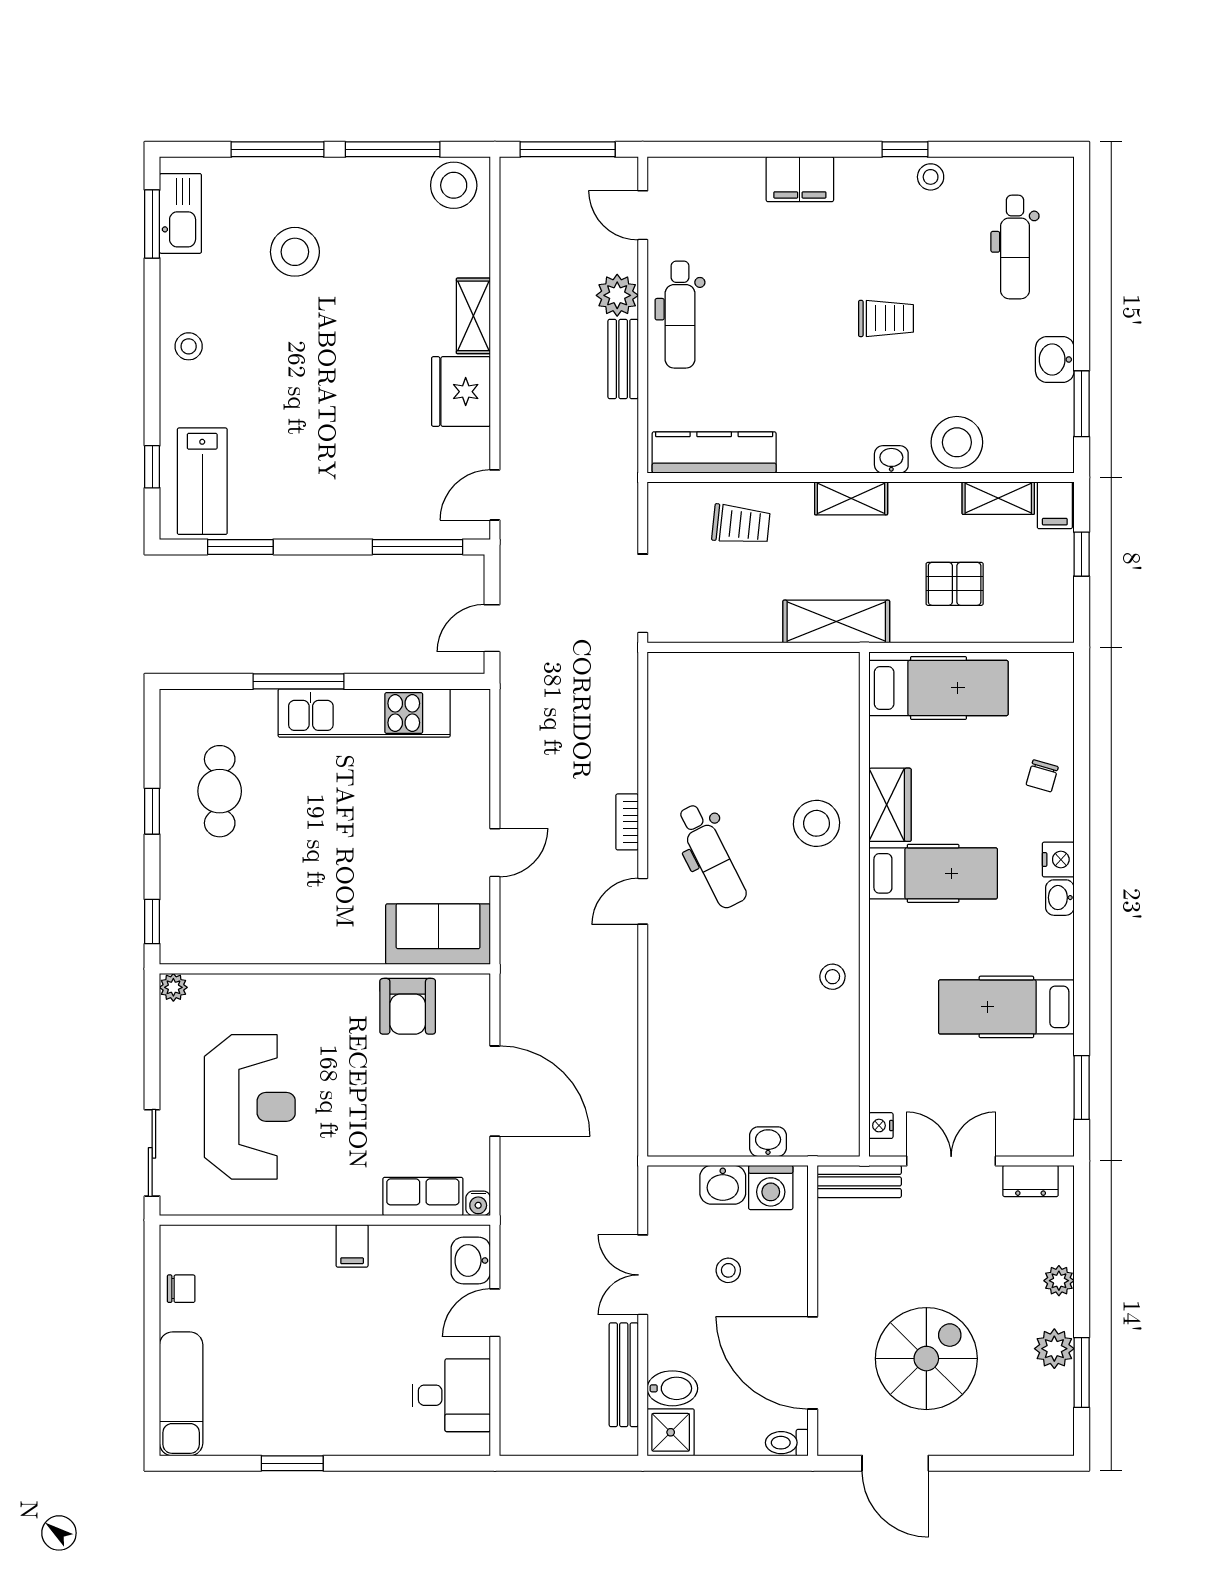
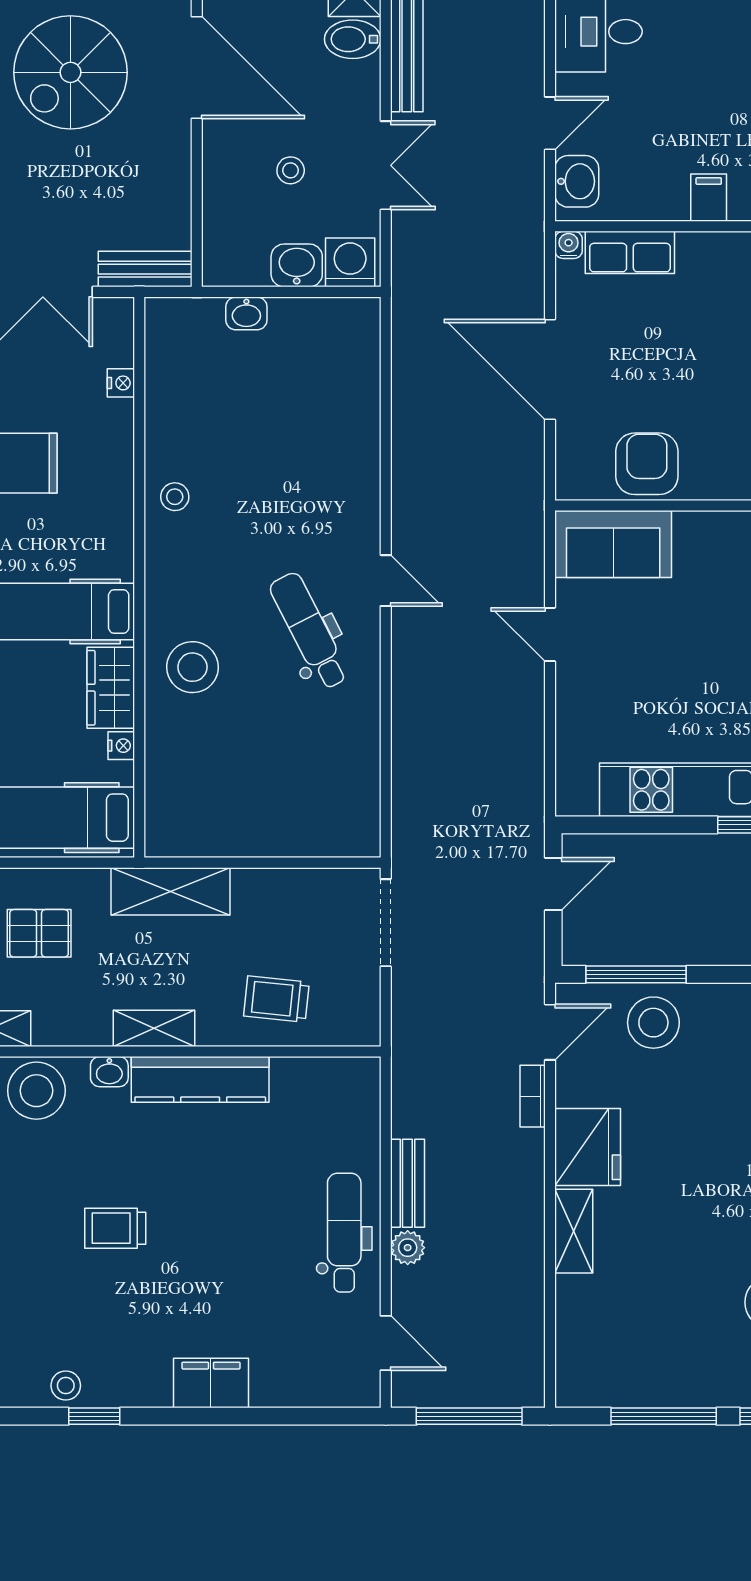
stool: (454, 185) -> (653, 1023), moved
plant: (617, 295) -> (408, 1248), width x0.73, depth x0.73
kitchen counter: (714, 452) -> (200, 1079), moved
nightstand: (881, 753) -> (121, 746), added
bookcase: (627, 822) -> (533, 1096), moved, turned 180
door: (495, 853) -> (550, 635), hinge flipped
door: (643, 901) -> (386, 581), hinge flipped
nightstand: (881, 1126) -> (121, 383), moved
washing machine: (771, 1187) -> (350, 262), moved

